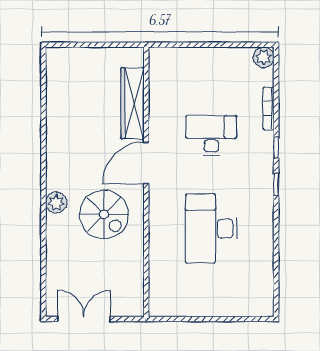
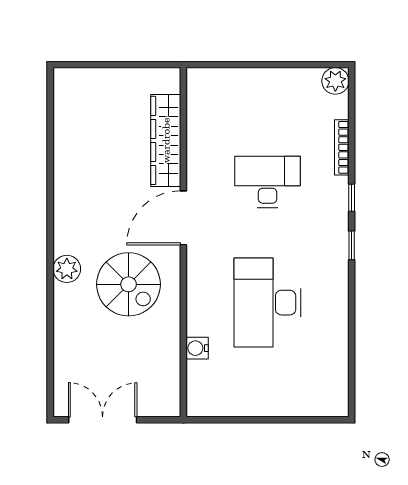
water cooler: (157, 264) -> (197, 348), added

